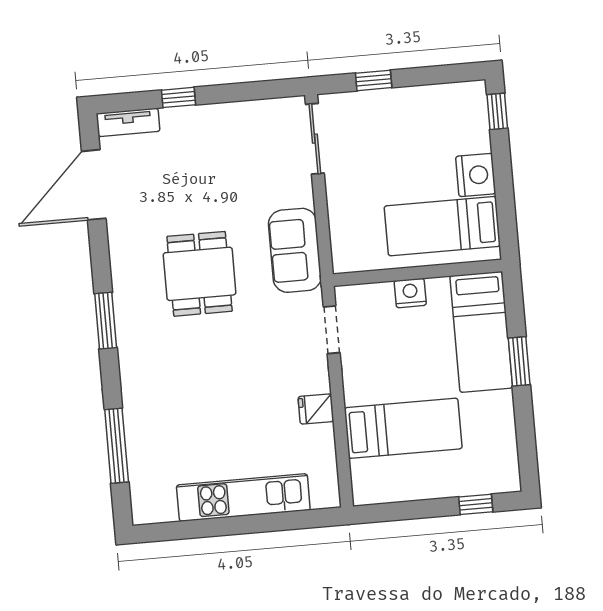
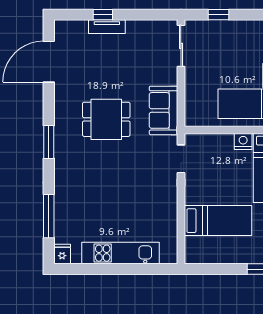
tv unit: (128, 122) -> (107, 27), moved
dining table: (200, 274) -> (106, 119), turned 90
nightstand: (410, 293) -> (243, 141), moved
fridge: (316, 409) -> (62, 254), moved, turned 90

